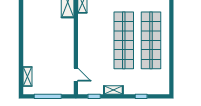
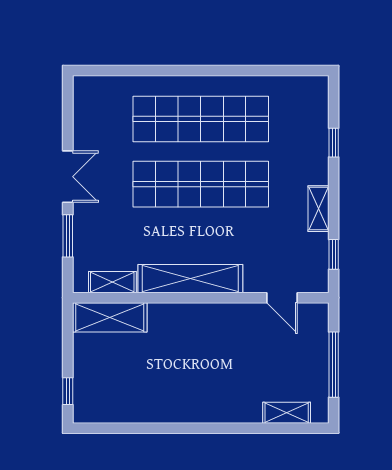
shelving: (84, 36) -> (190, 279), added
door: (76, 75) -> (282, 298), swing flipped

